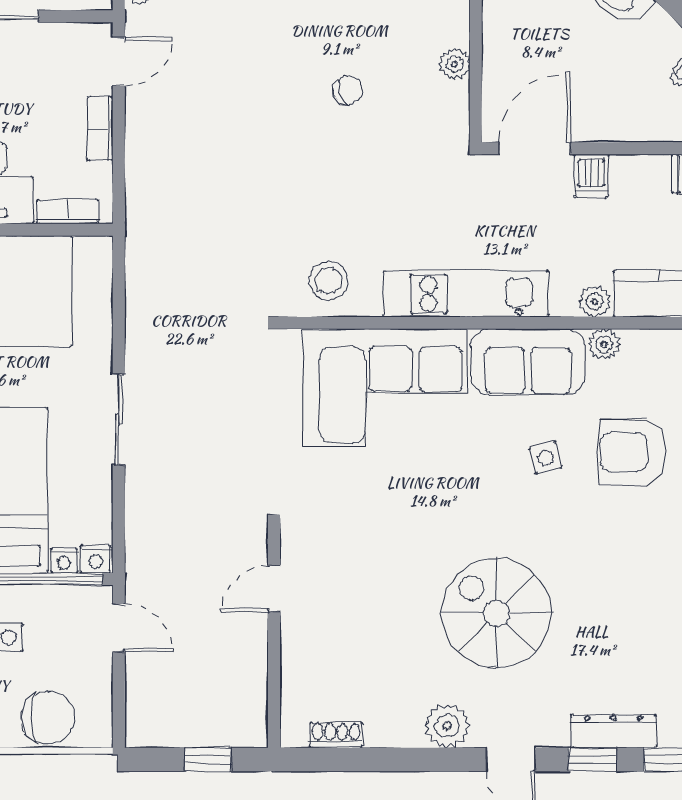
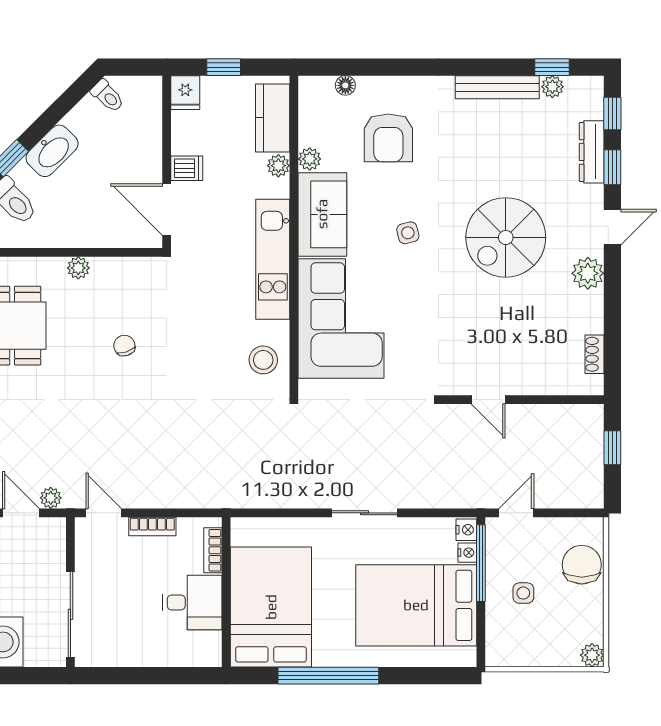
plant: (455, 64) -> (78, 268), moved
side table: (545, 458) -> (408, 233), moved

